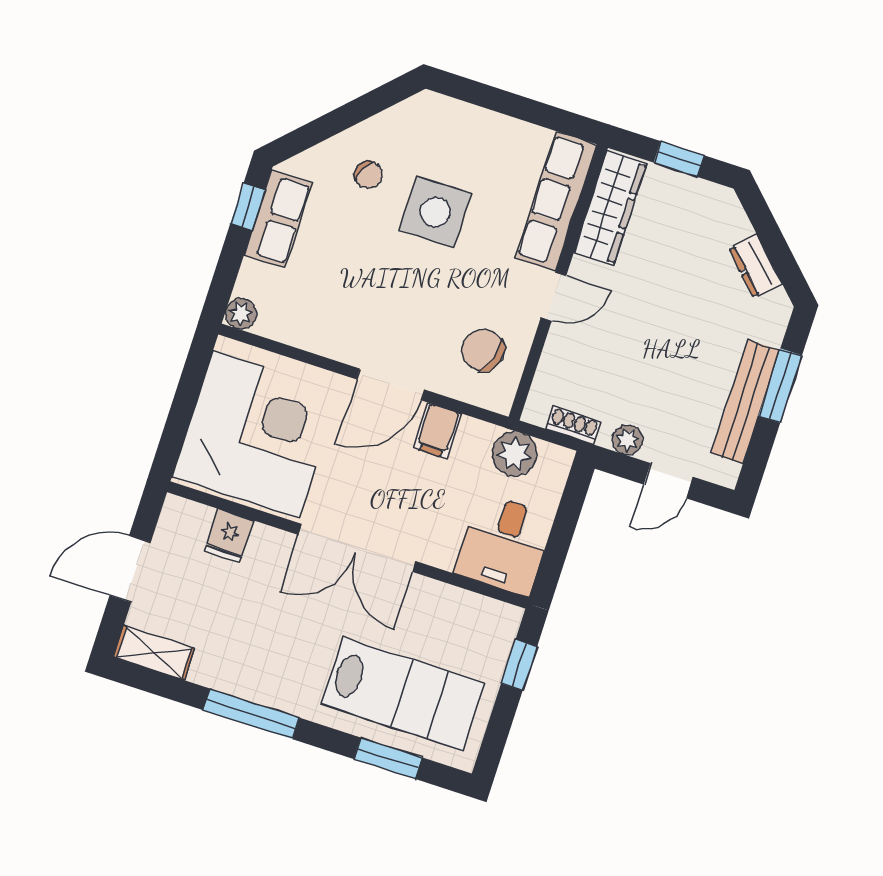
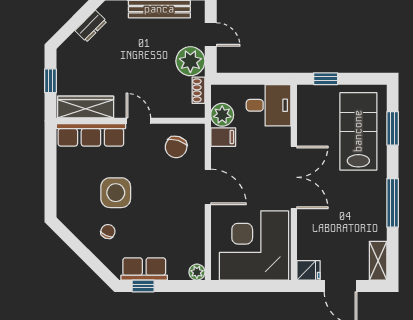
filing cabinet: (437, 431) -> (223, 137), moved
plant: (628, 440) -> (190, 61), width x1.88, depth x1.88
fridge: (229, 536) -> (308, 270), moved

